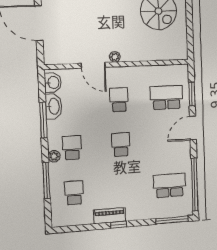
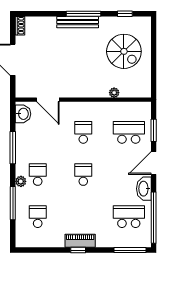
plant: (115, 57) -> (114, 93), moved
door: (93, 65) -> (48, 100), moved
washbasin: (54, 106) -> (144, 189), moved, turned 180
piano: (109, 216) -> (80, 241), moved

